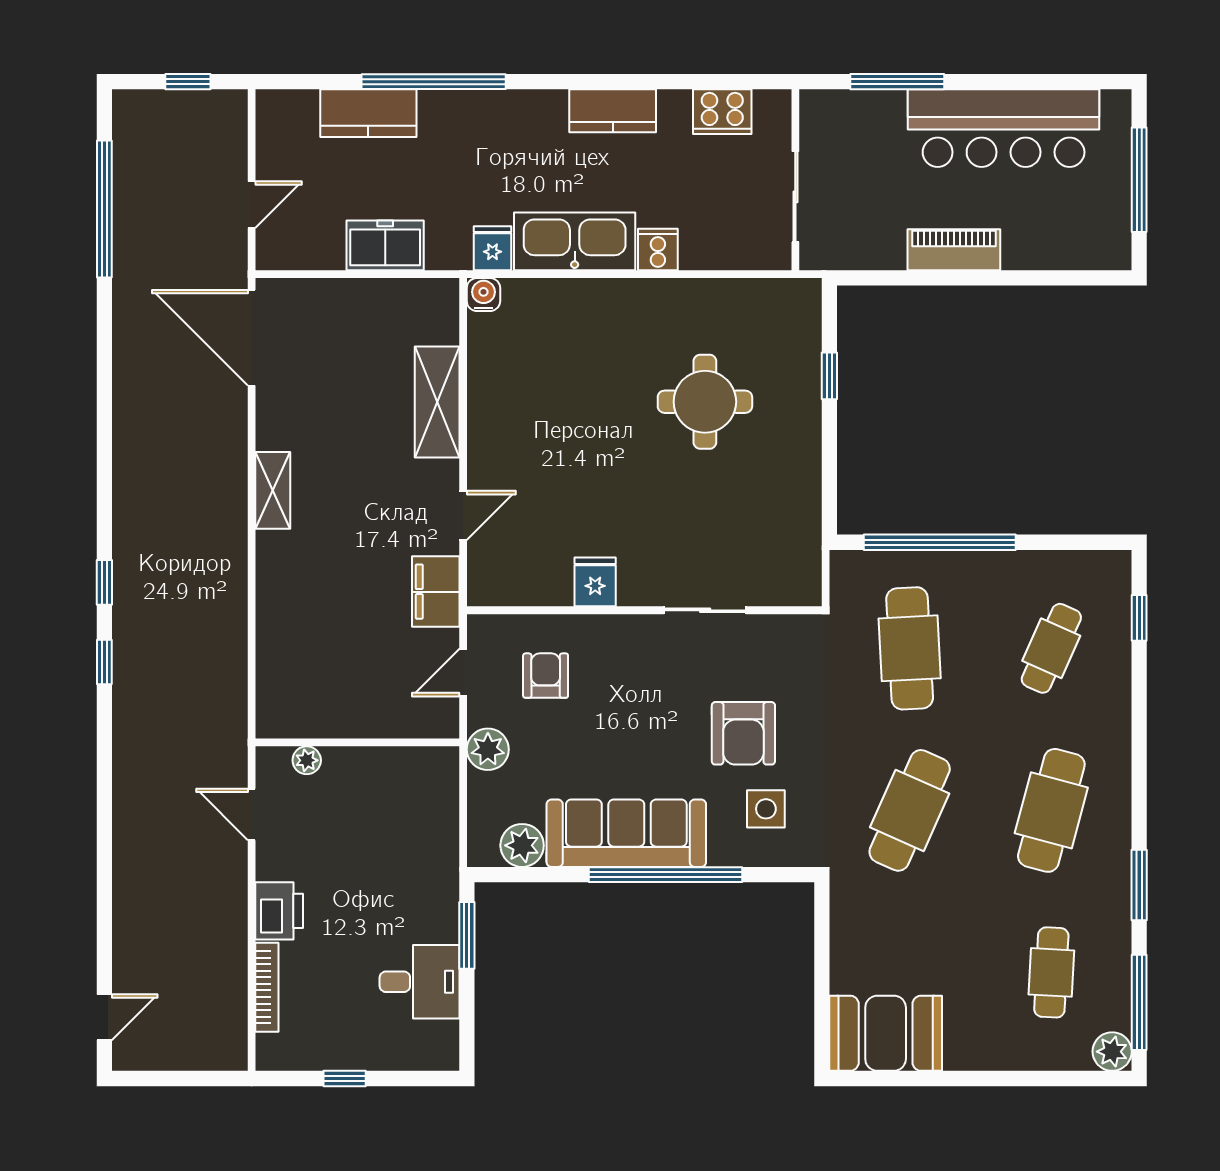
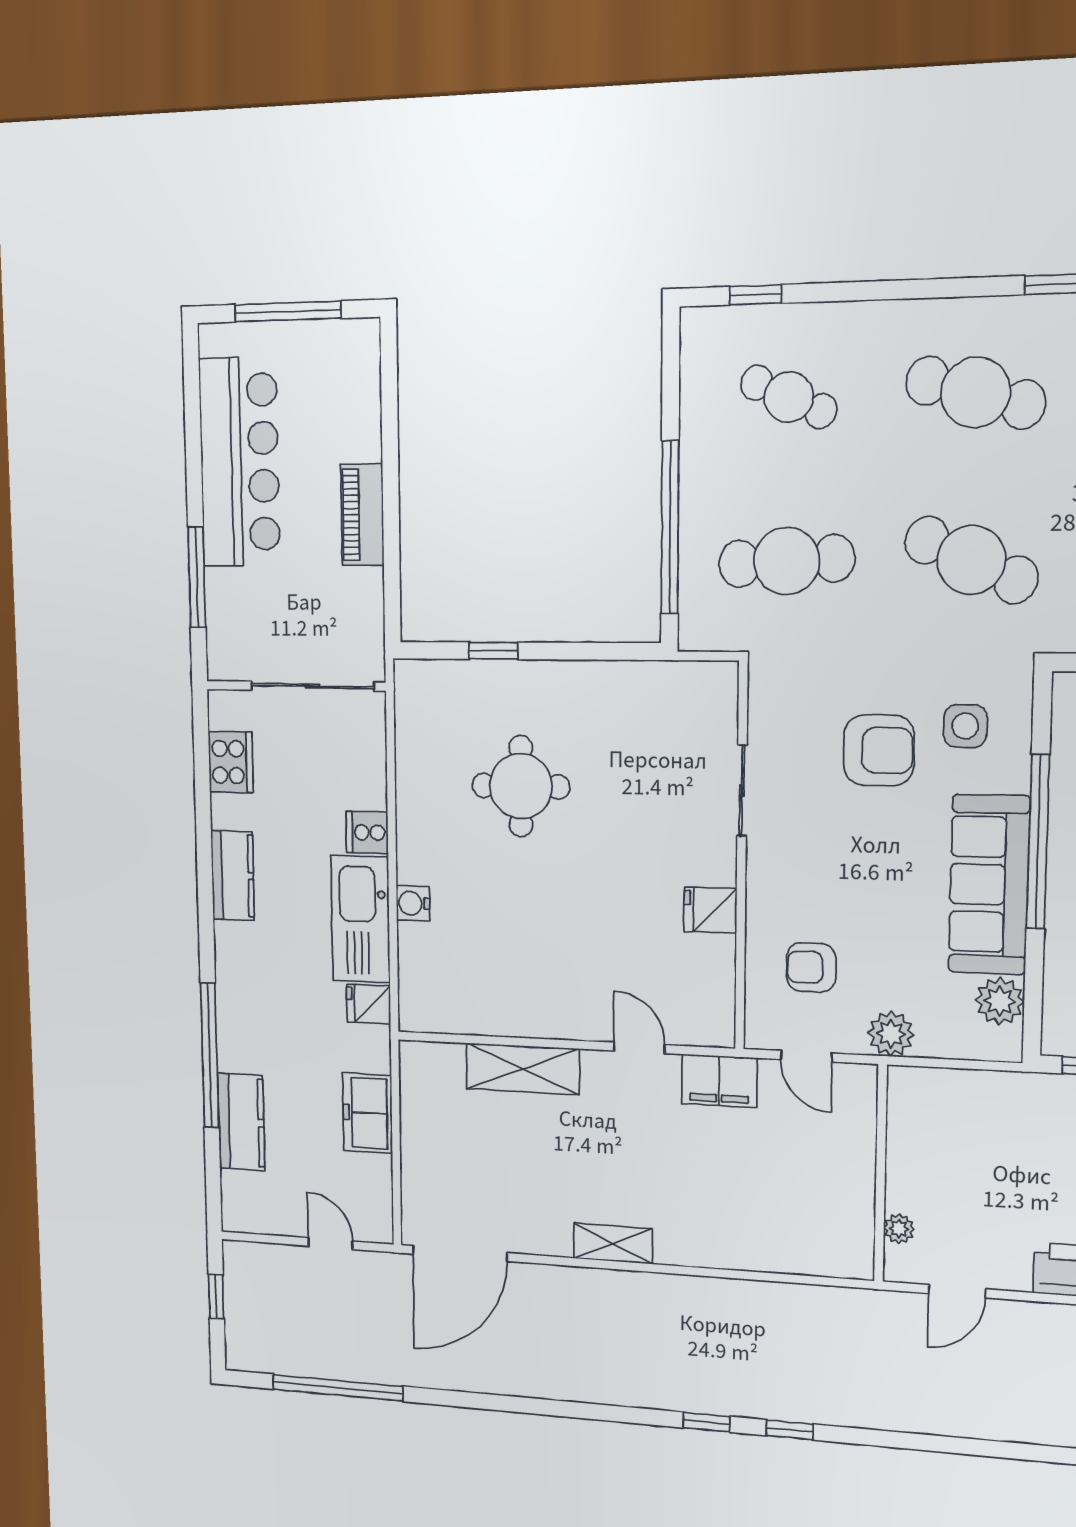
sliding door: (795, 197) -> (312, 686), width x1.37
water cooler: (483, 295) -> (413, 903), moved

